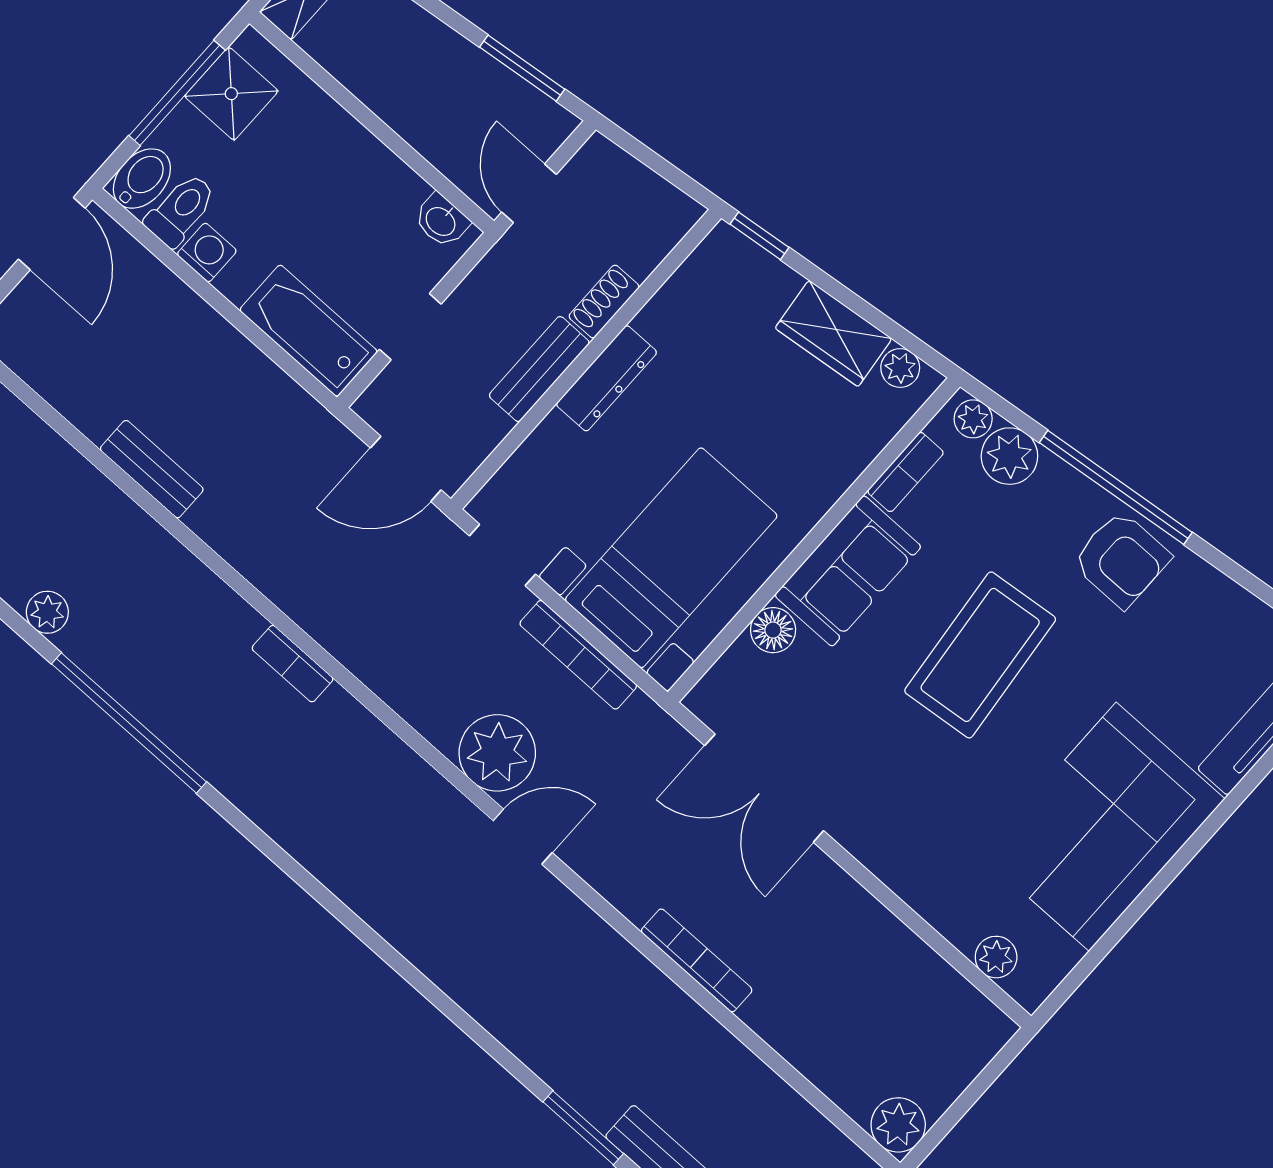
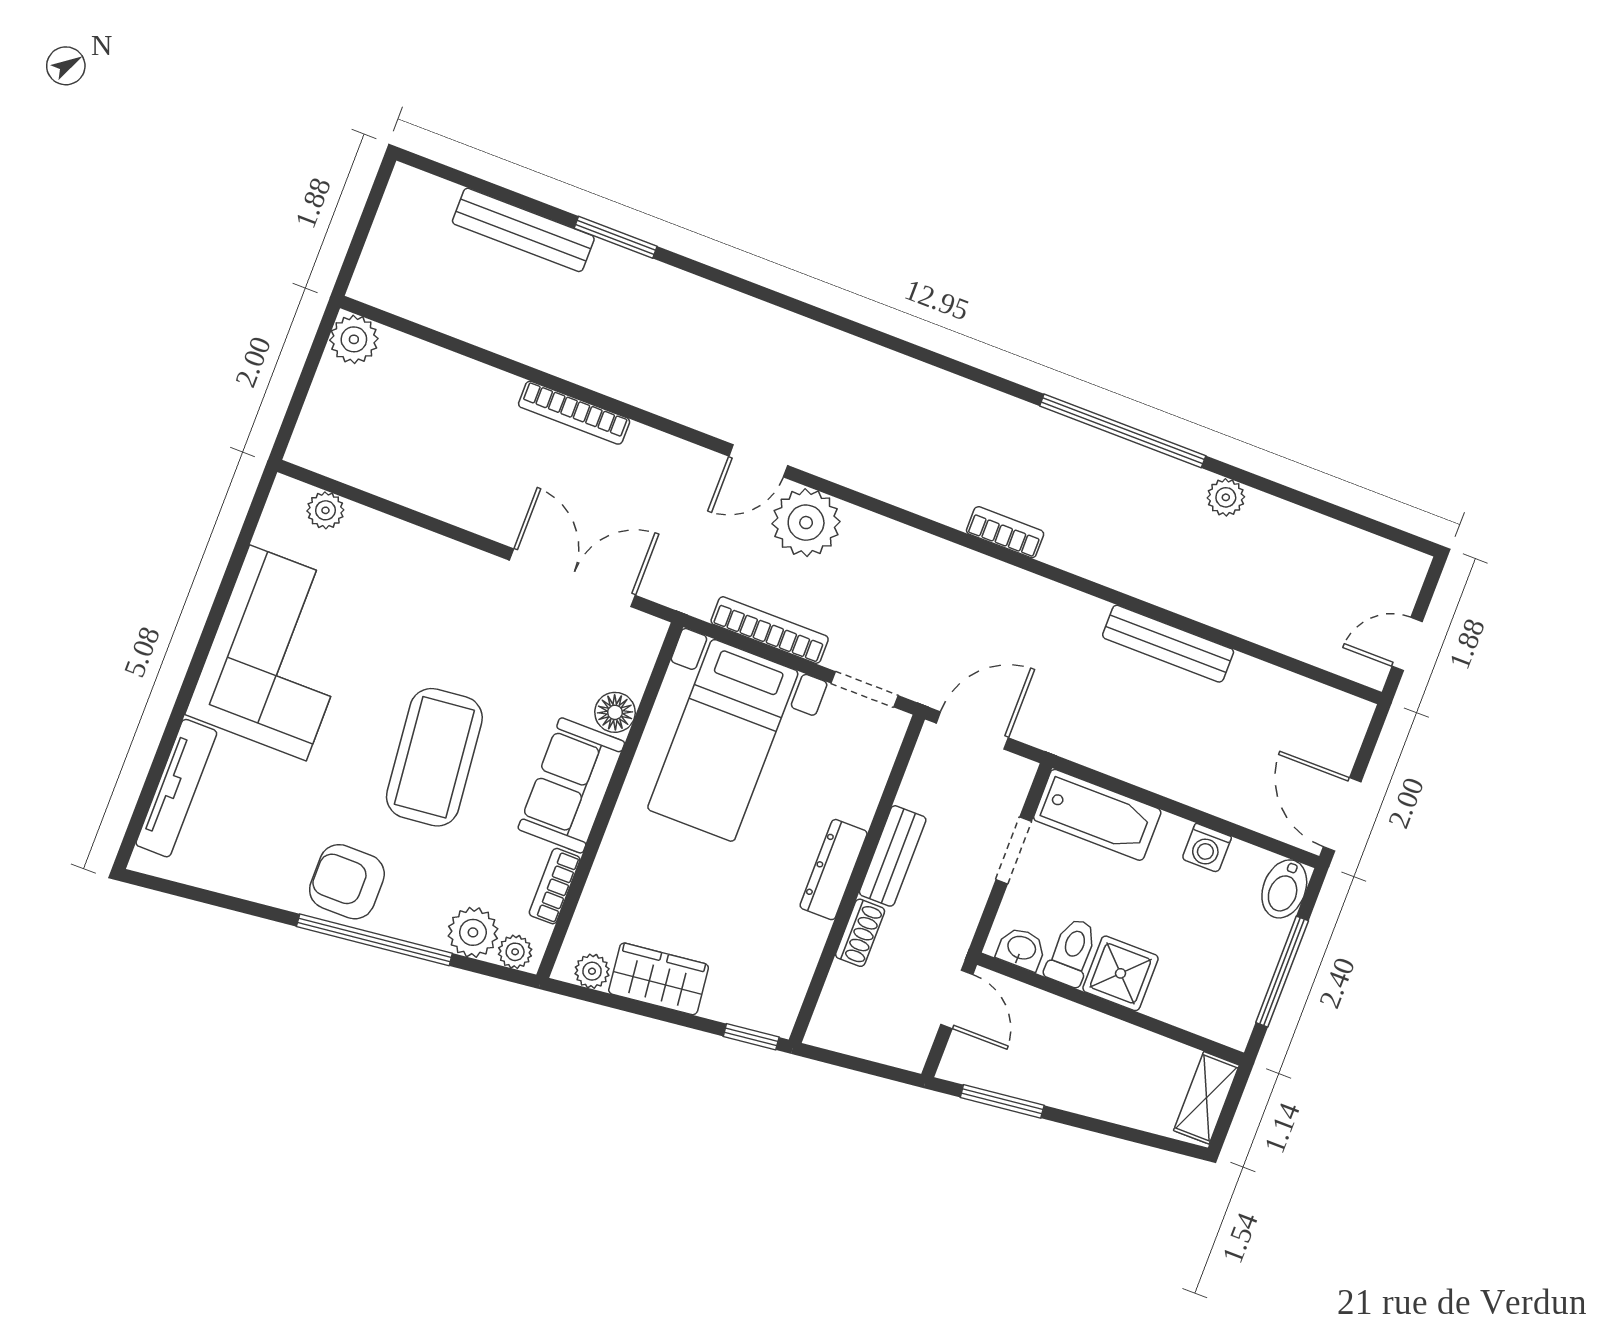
shower: (231, 94) -> (1121, 973), moved
toilet: (181, 210) -> (1072, 952), moved, turned 180
bench: (152, 469) -> (1168, 644), width x1.36

